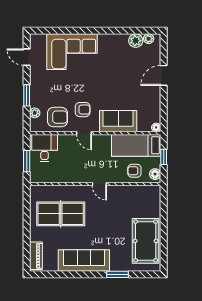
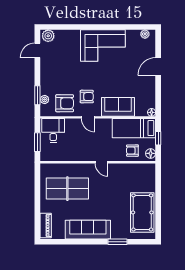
plant: (136, 41) -> (48, 36), moved
corner sofa: (72, 52) -> (103, 46), moved
door: (27, 57) -> (37, 50), hinge flipped
window: (27, 95) -> (37, 95), moved

